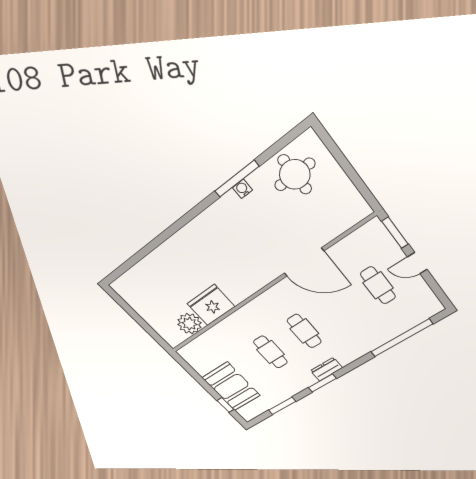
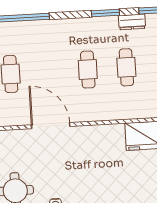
dresser: (326, 369) -> (132, 22), moved

